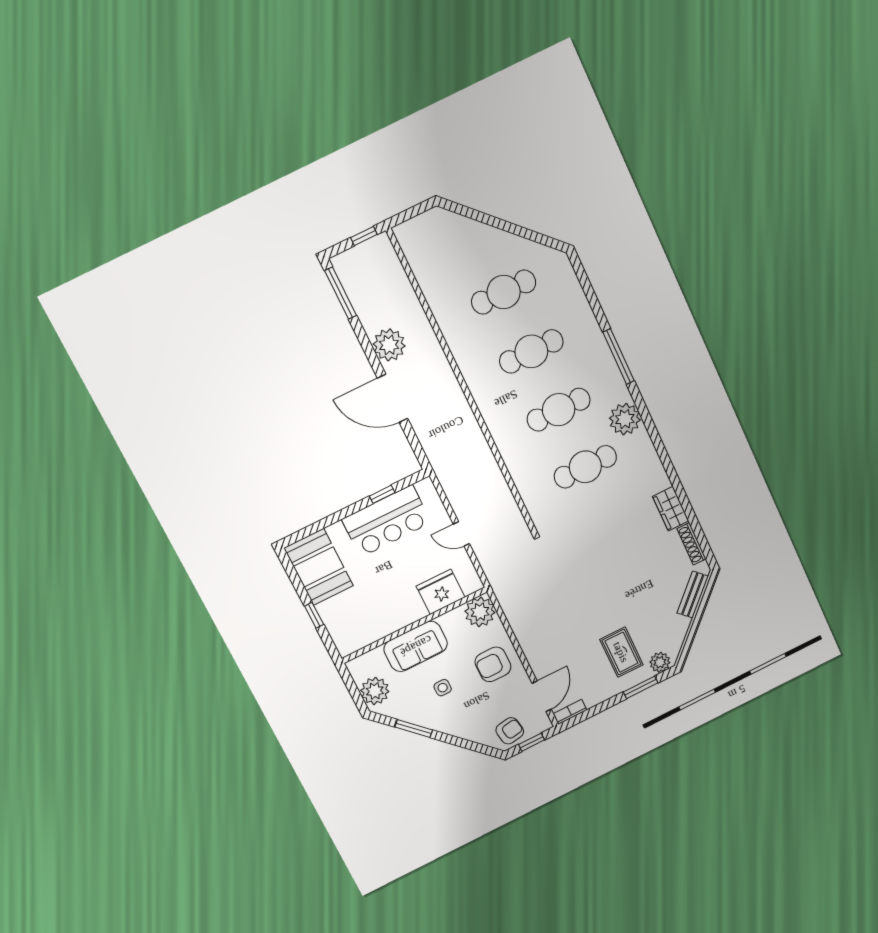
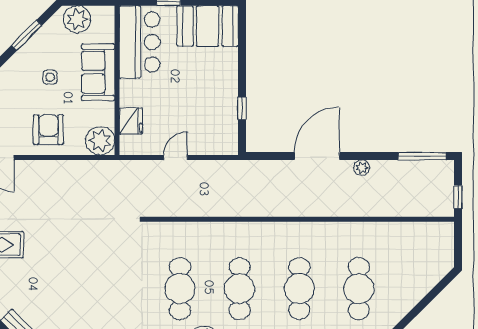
plant: (389, 345) -> (362, 168), width x0.53, depth x0.53
bar counter: (387, 521) -> (140, 42), moved, turned 180
fridge: (441, 592) -> (131, 121), width x0.73, depth x0.75

